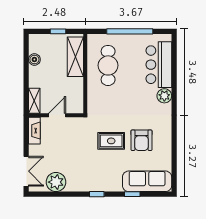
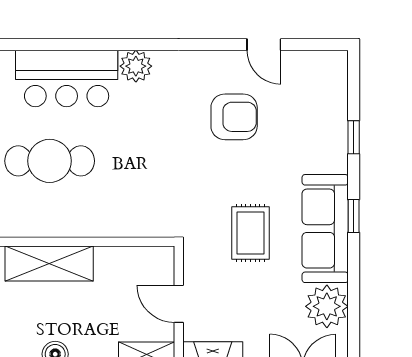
cafe table: (108, 65) -> (50, 161), moved
rug: (111, 141) -> (251, 233), moved
door: (174, 154) -> (264, 45), added
sofa: (147, 181) -> (325, 229), moved

